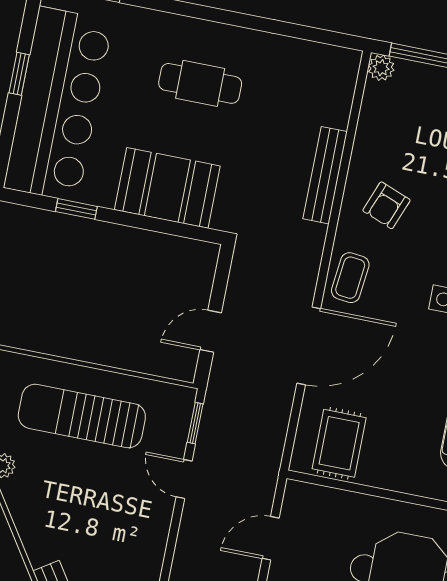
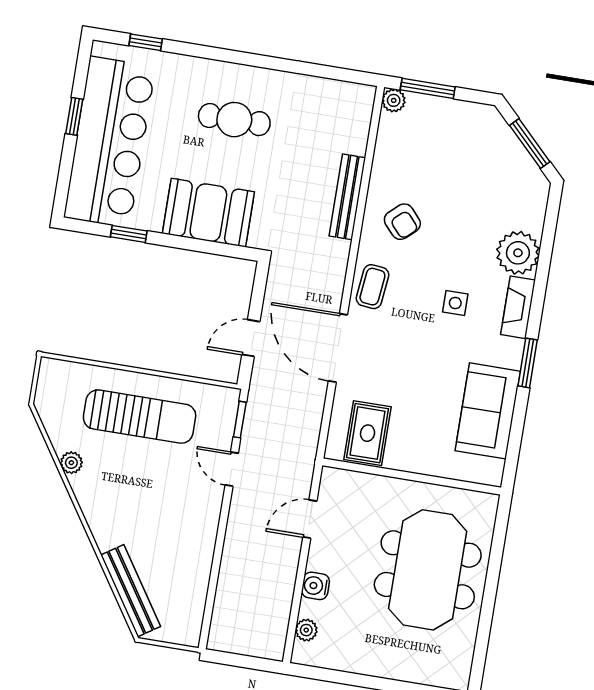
armchair: (386, 205) -> (402, 222), turned -63
door: (309, 346) -> (338, 348), swing flipped
sun lounger: (82, 416) -> (140, 417), turned 180

